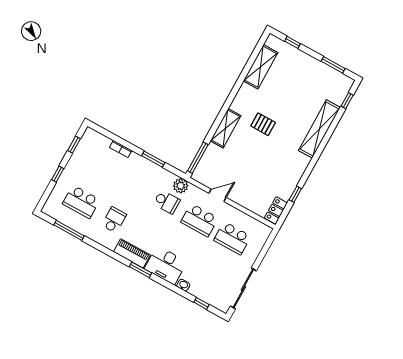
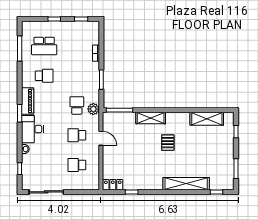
school desk: (81, 202) -> (44, 46), turned -90
school desk: (167, 202) -> (77, 105), turned 180
school desk: (200, 220) -> (77, 135), width x0.54
school desk: (232, 238) -> (77, 165), width x0.54

